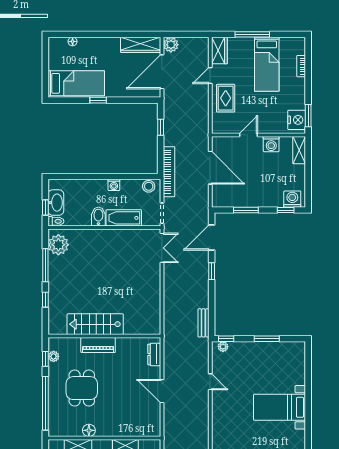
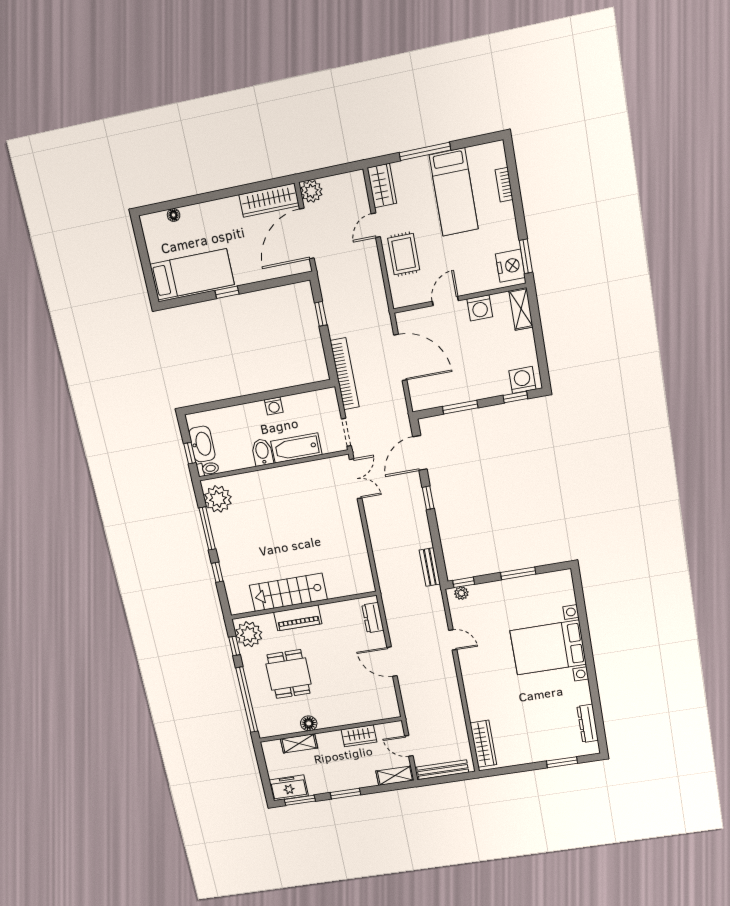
stool: (149, 186) -> (321, 399), removed
plant: (54, 356) -> (249, 634), width x1.87, depth x1.87
bed with nightstands: (280, 407) -> (548, 647), width x1.36

